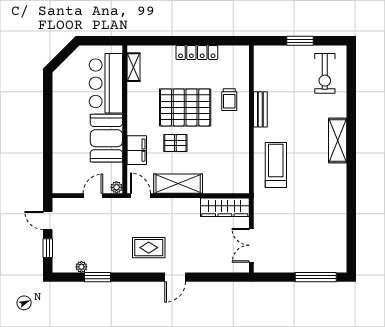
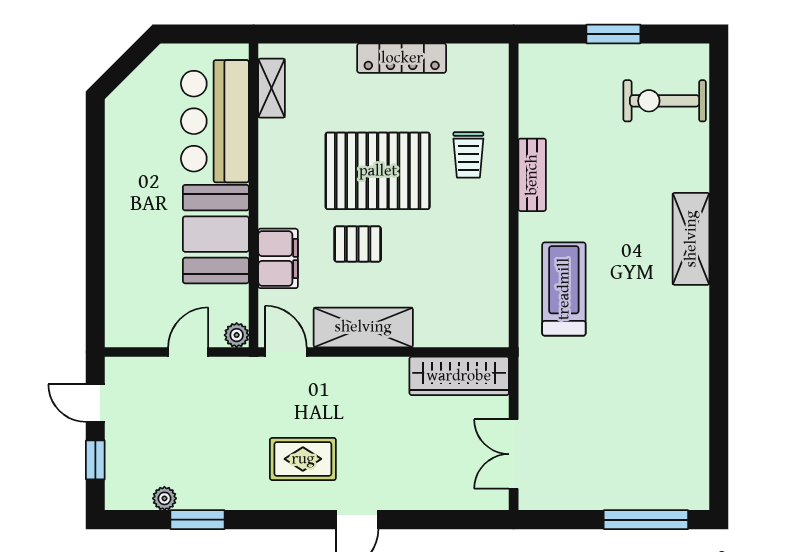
exercise bike: (325, 73) -> (665, 101), turned 90

